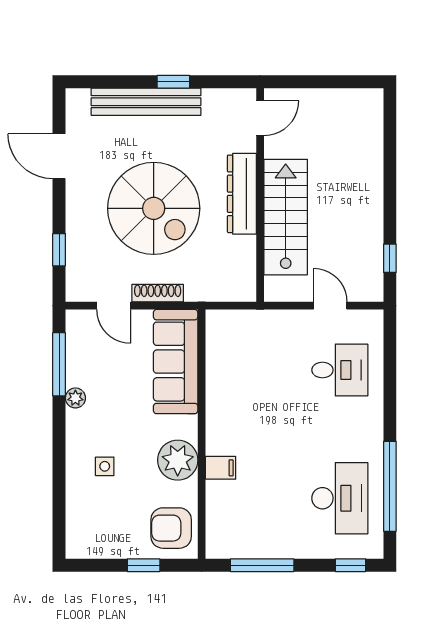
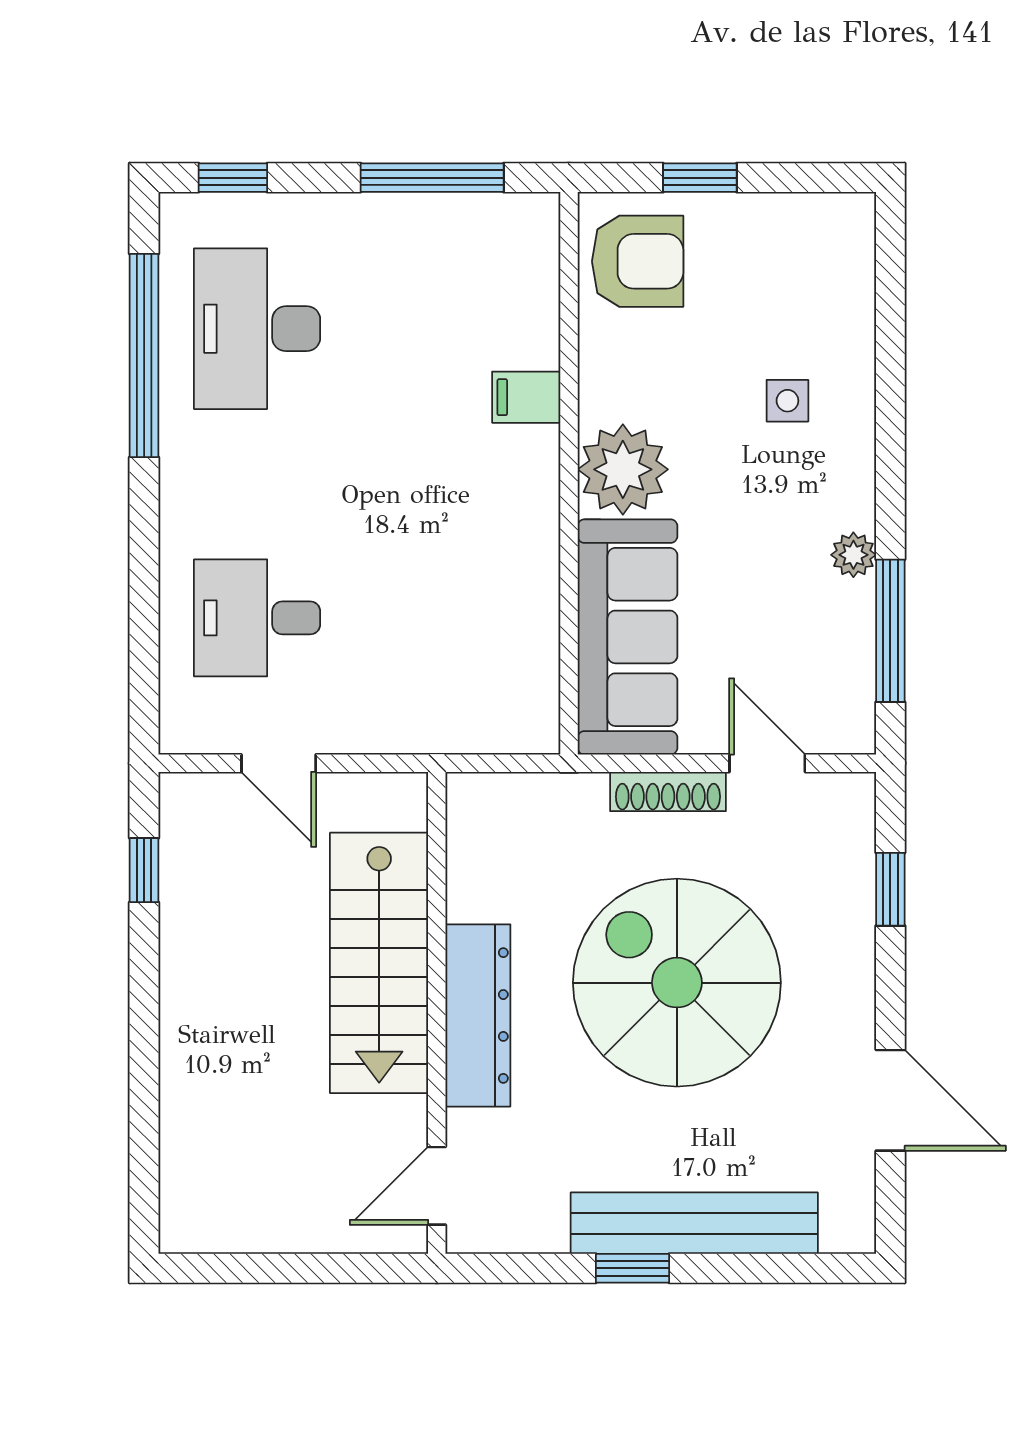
plant: (178, 460) -> (623, 469), moved

